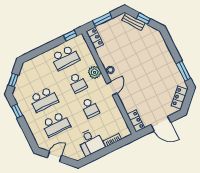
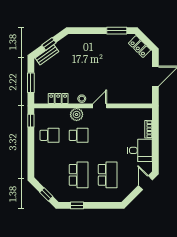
locker: (95, 38) -> (58, 99), moved
school desk: (65, 58) -> (50, 135), width x0.54
door: (112, 88) -> (100, 106), hinge flipped
school desk: (90, 108) -> (108, 135), removed
locker: (136, 121) -> (141, 98), removed
door: (55, 157) -> (145, 183), moved

